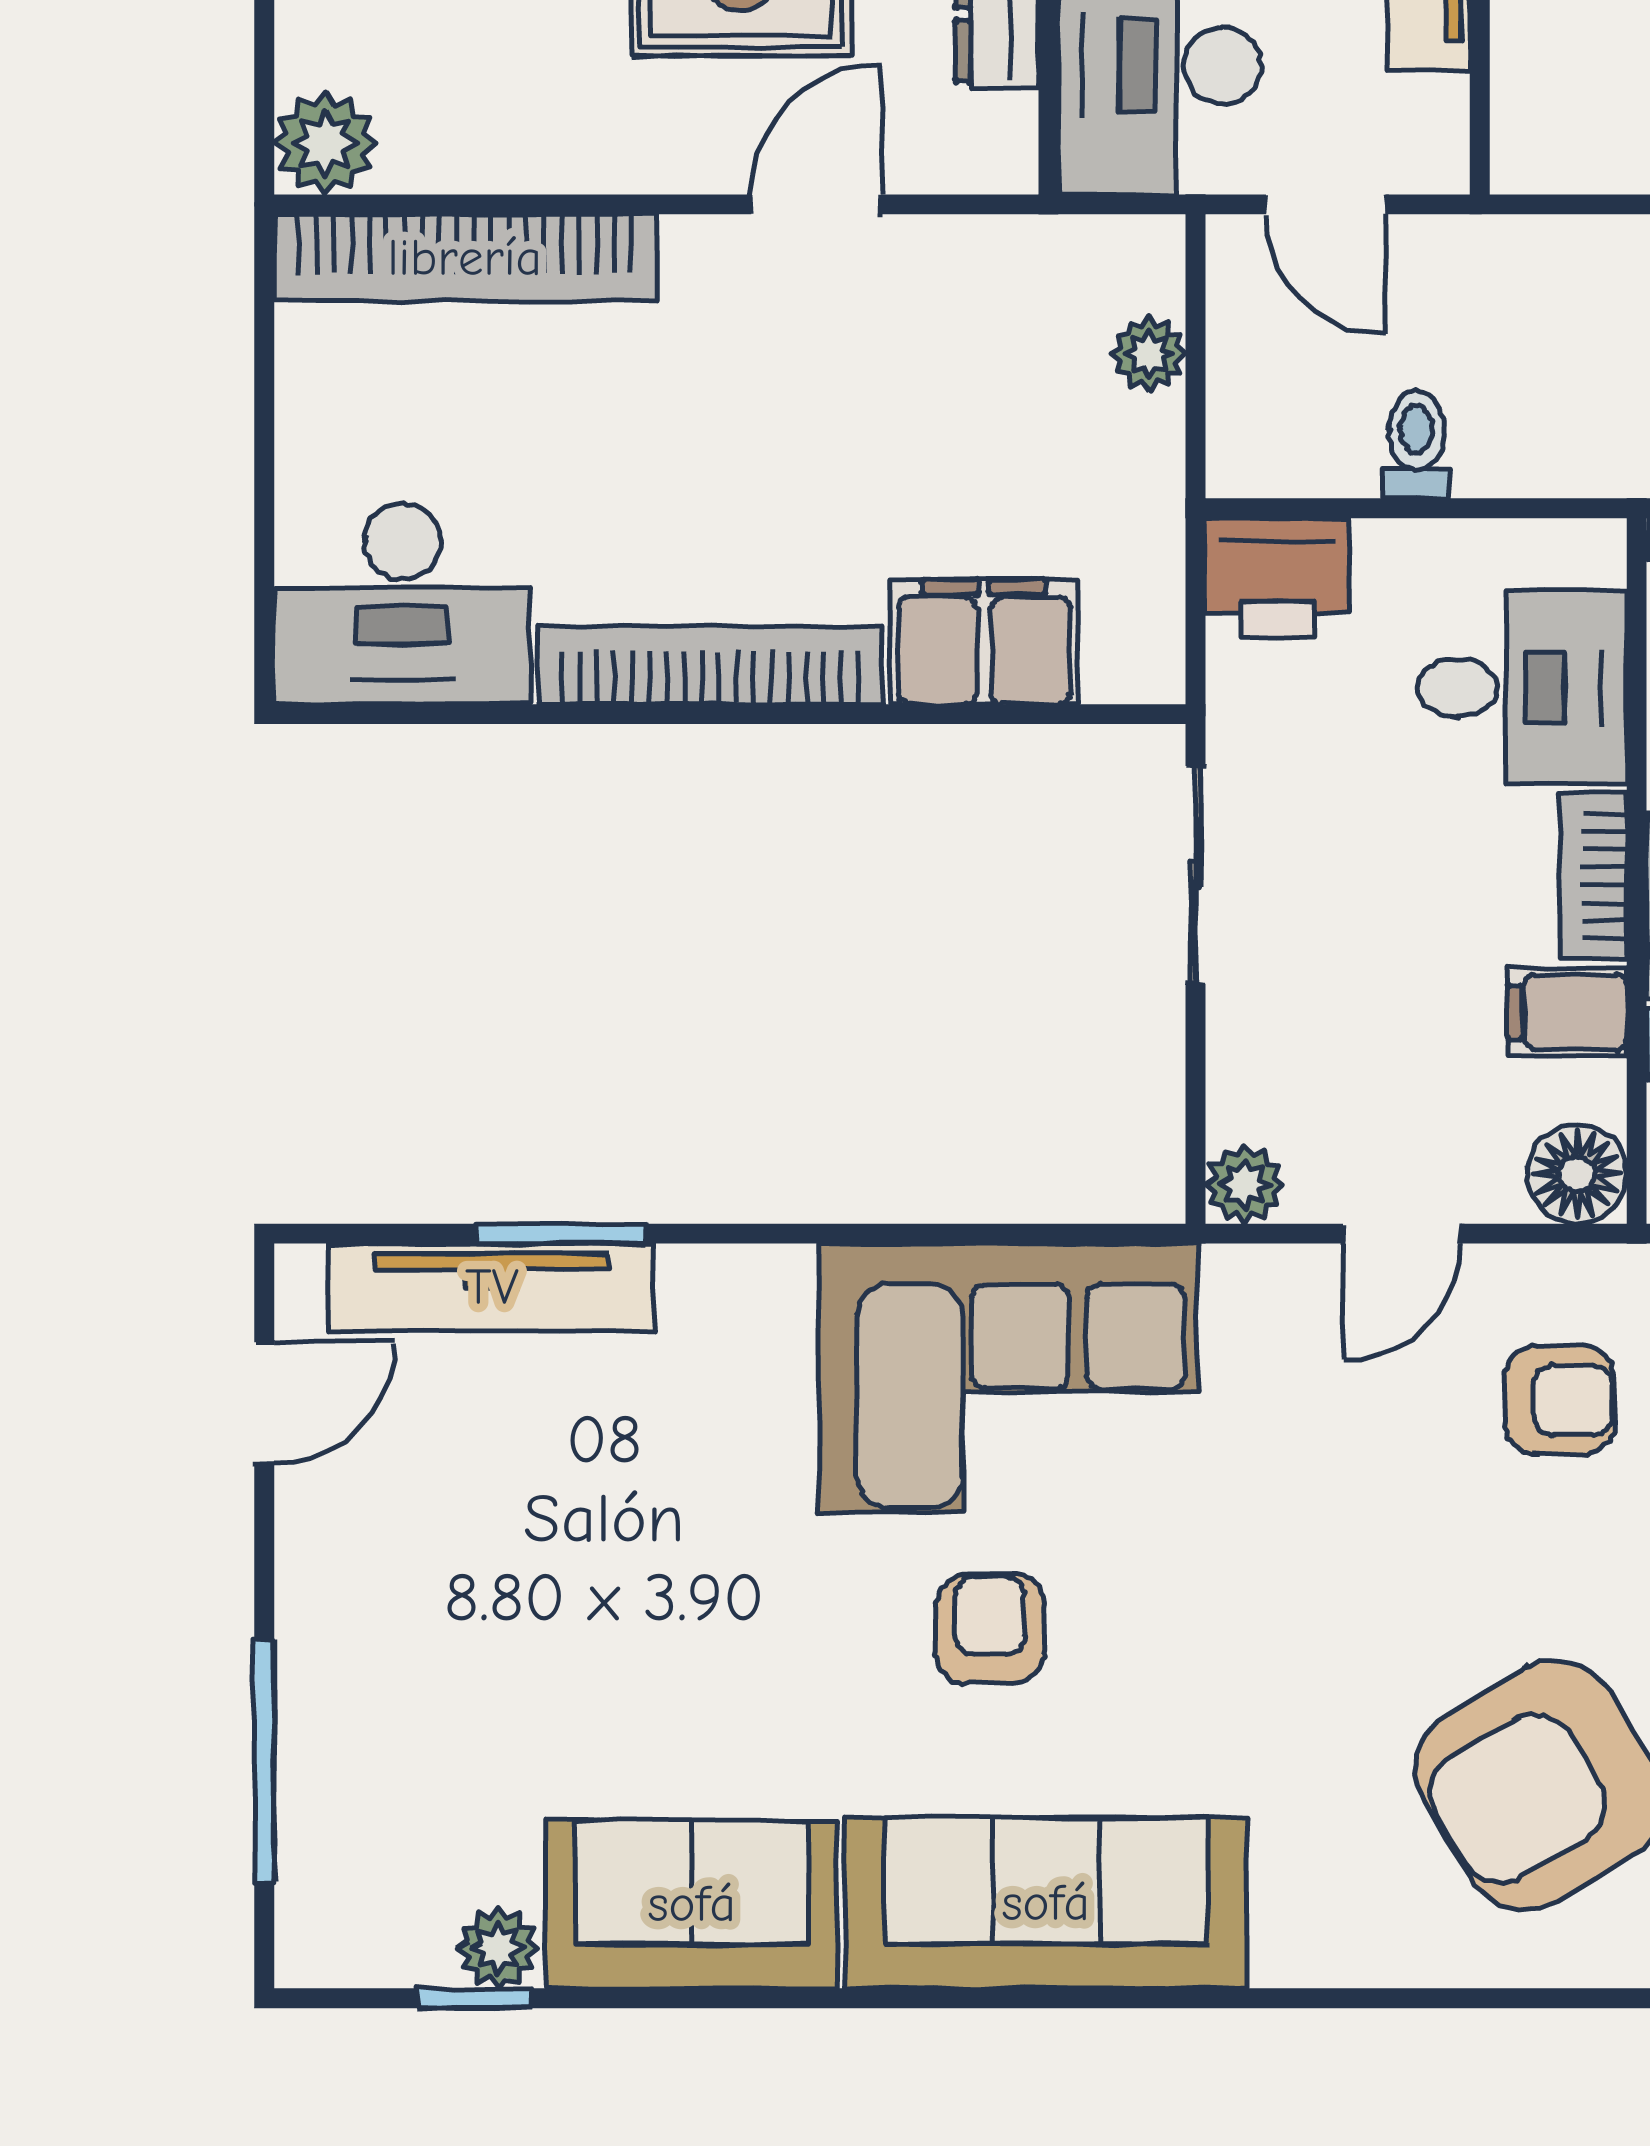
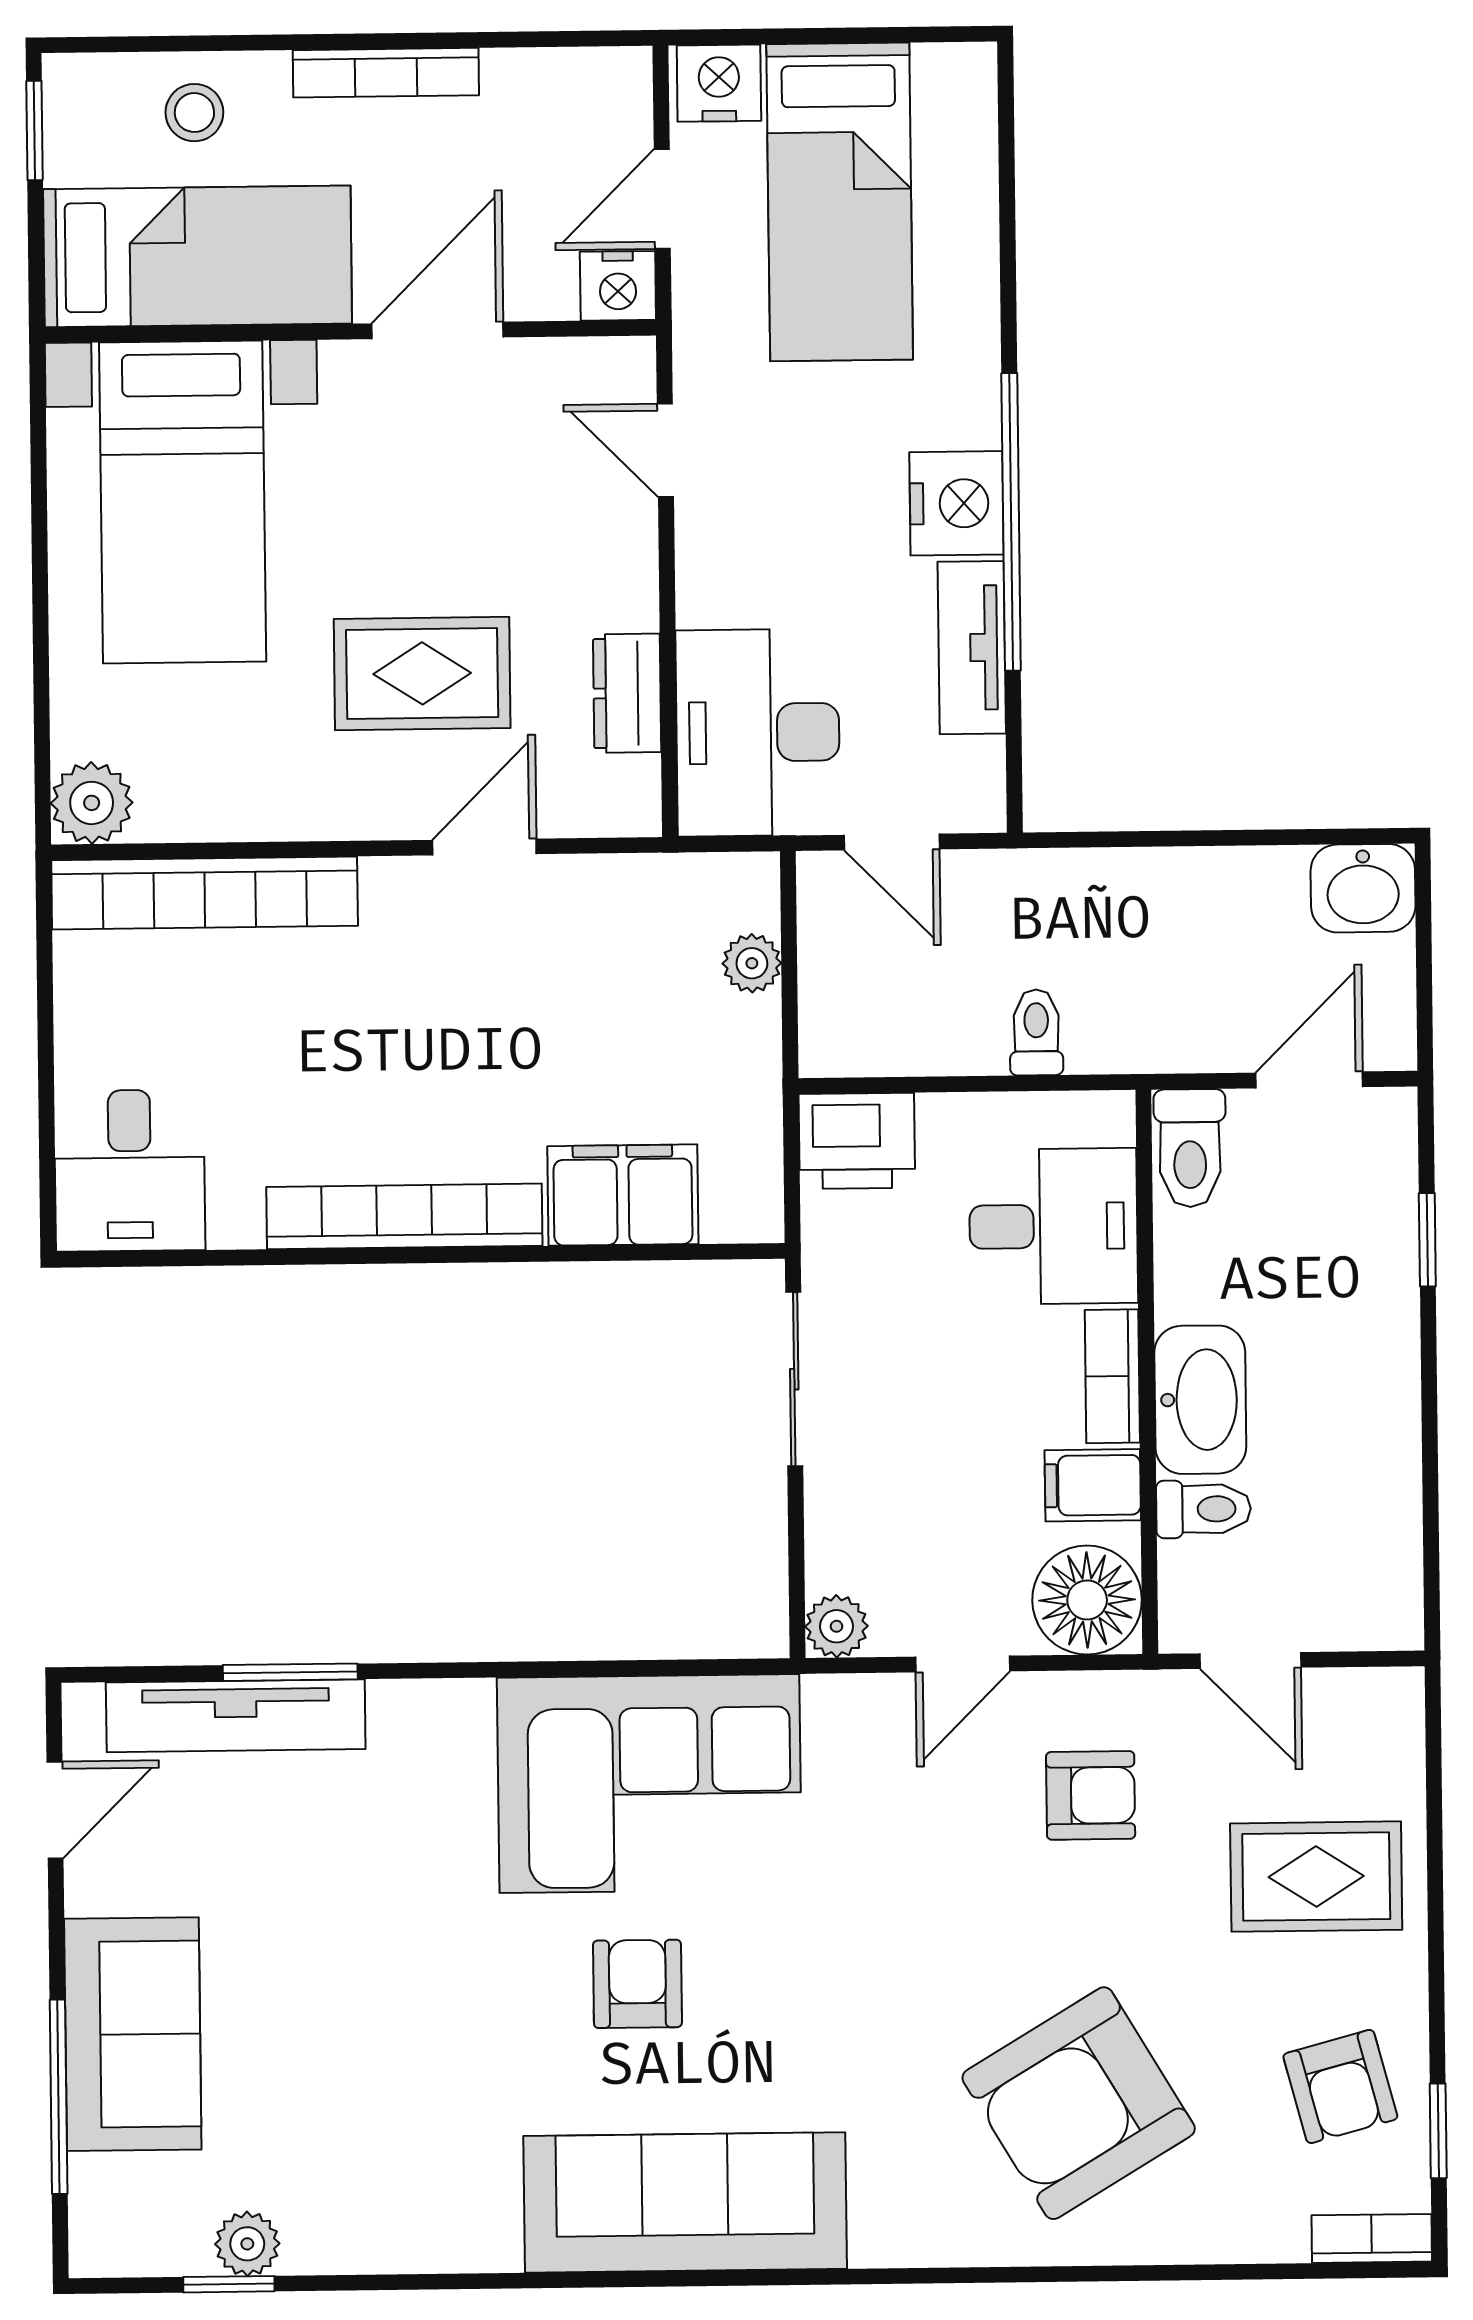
toilet: (1416, 445) -> (1036, 1032), moved
desk: (402, 604) -> (130, 1171), width x0.73
floor lamp: (1577, 1174) -> (1087, 1600), width x1.38, depth x1.38
sofa: (692, 1904) -> (133, 2034), moved, turned 90

